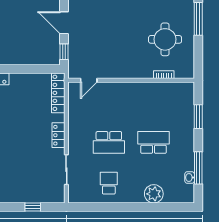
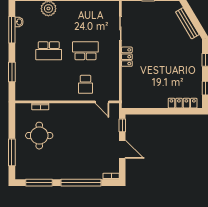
door: (89, 80) -> (102, 102), swing flipped
locker: (58, 93) -> (127, 92), removed
school desk: (109, 183) -> (85, 84), moved

